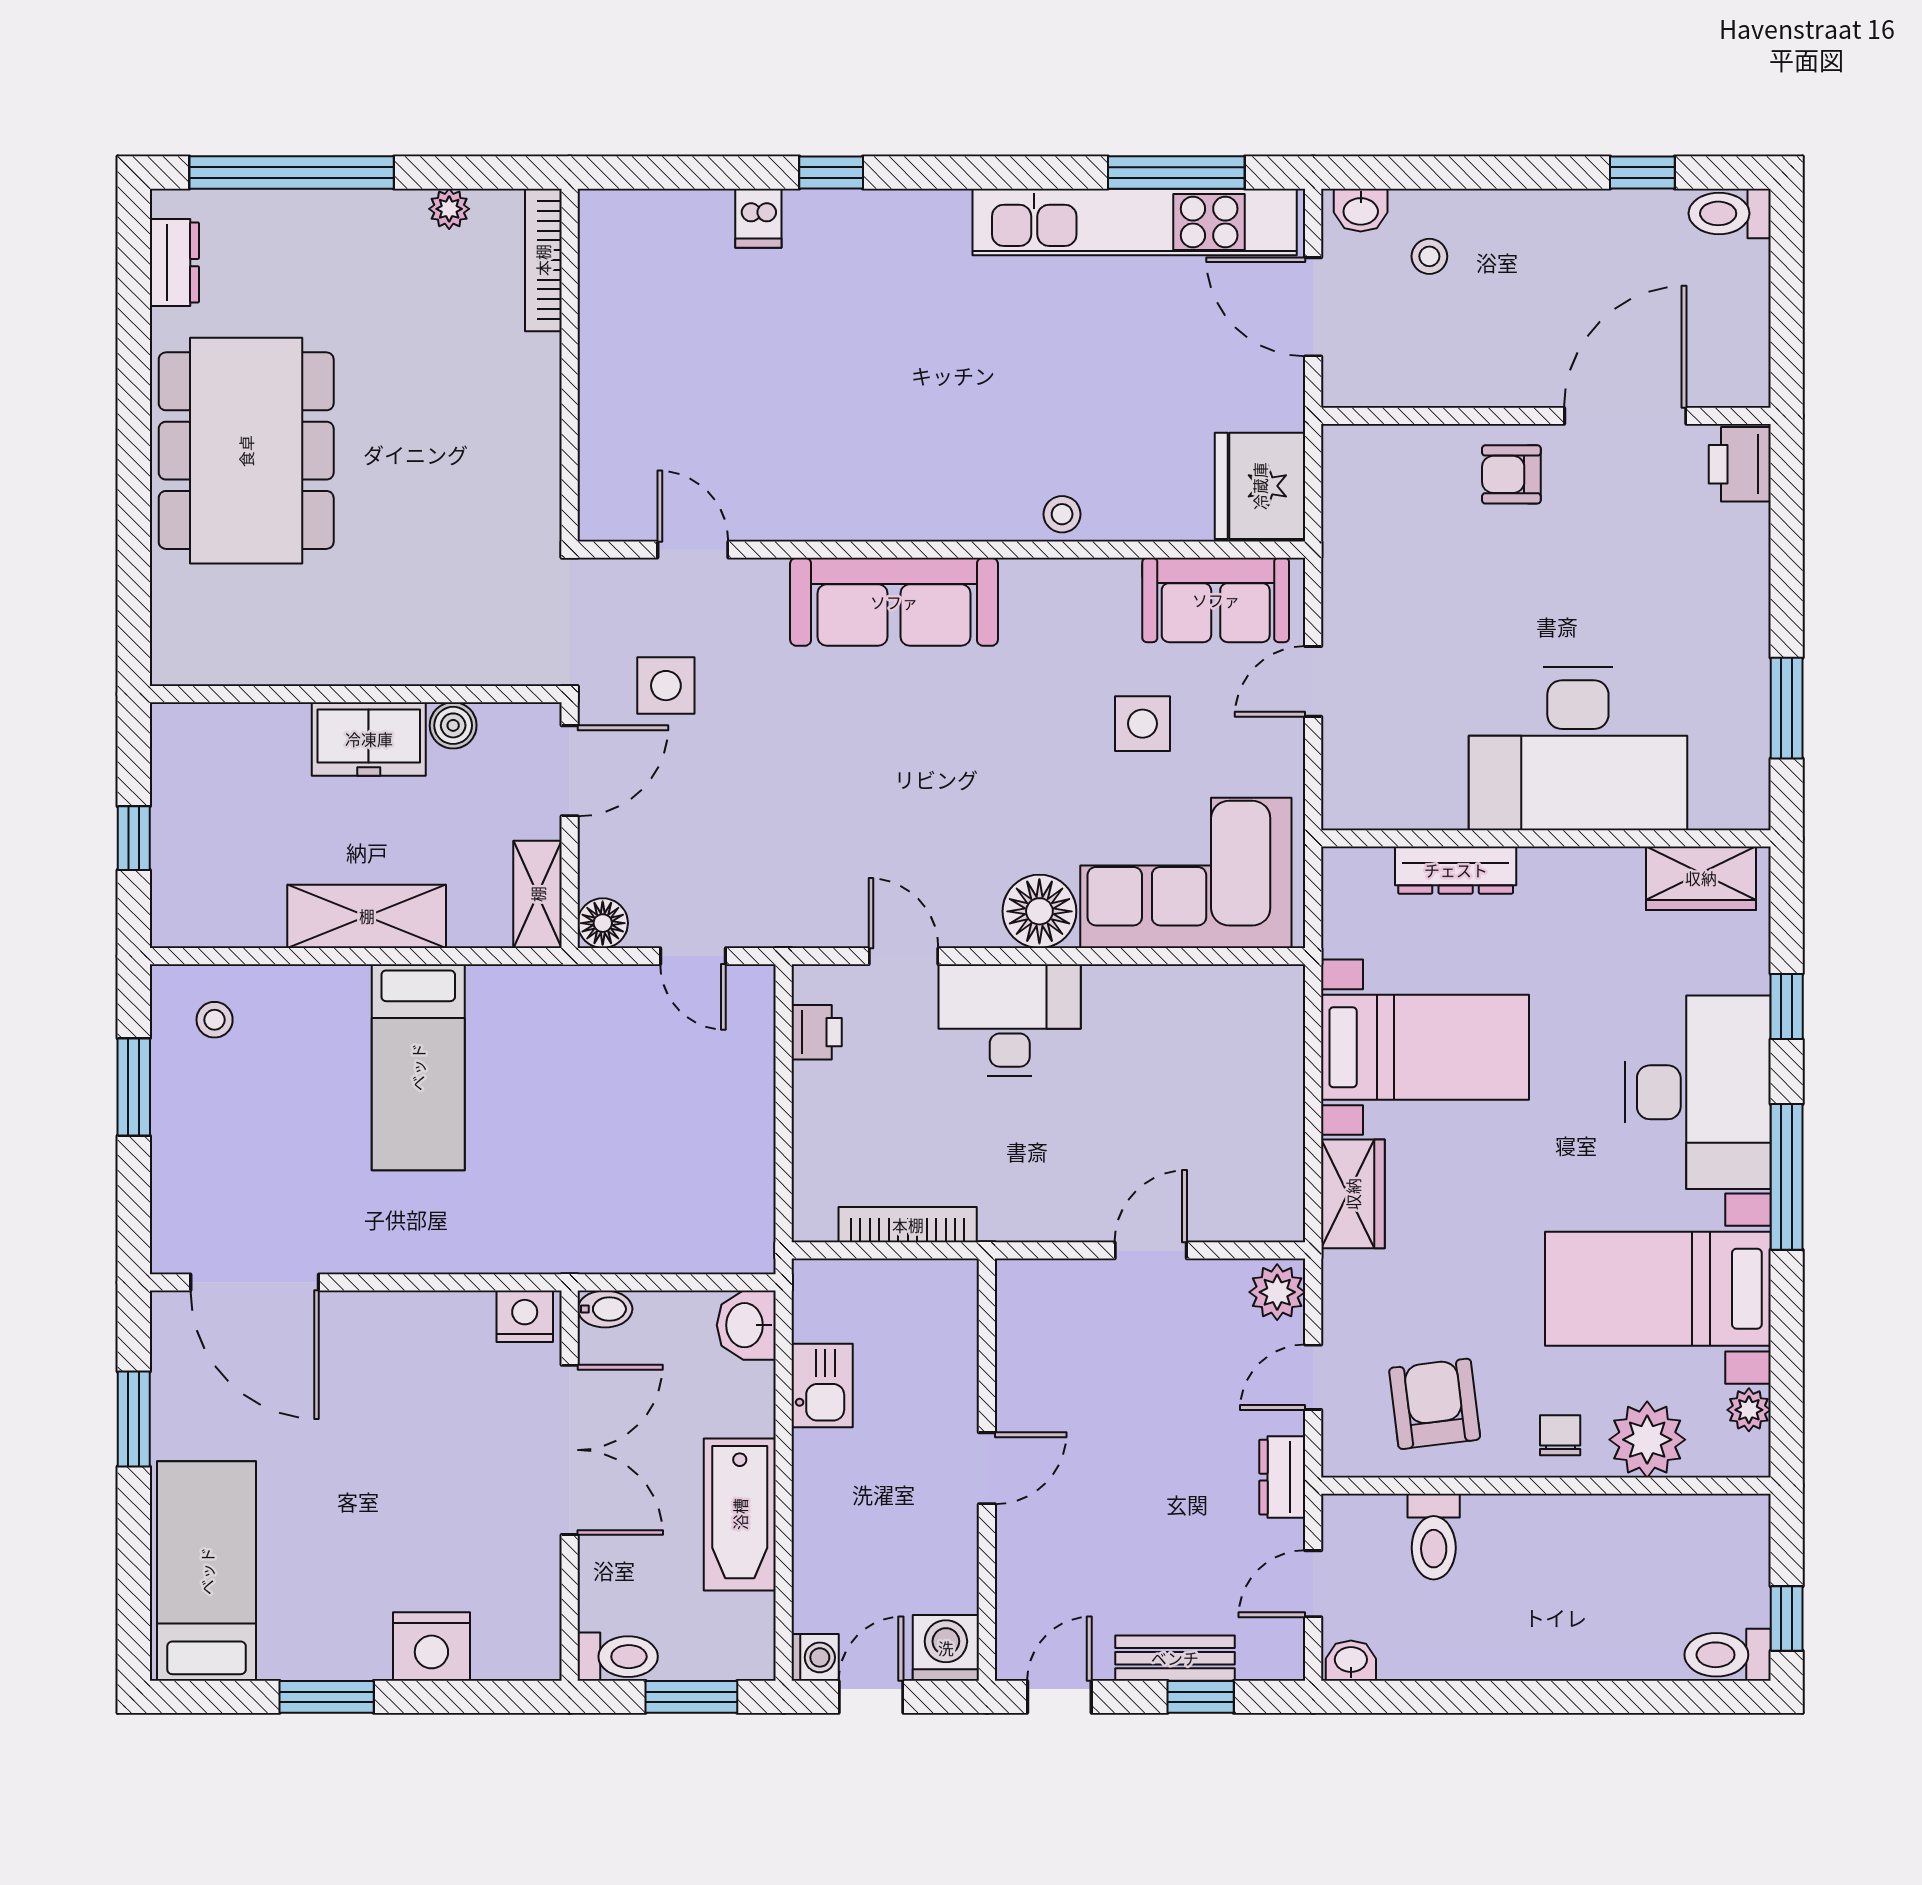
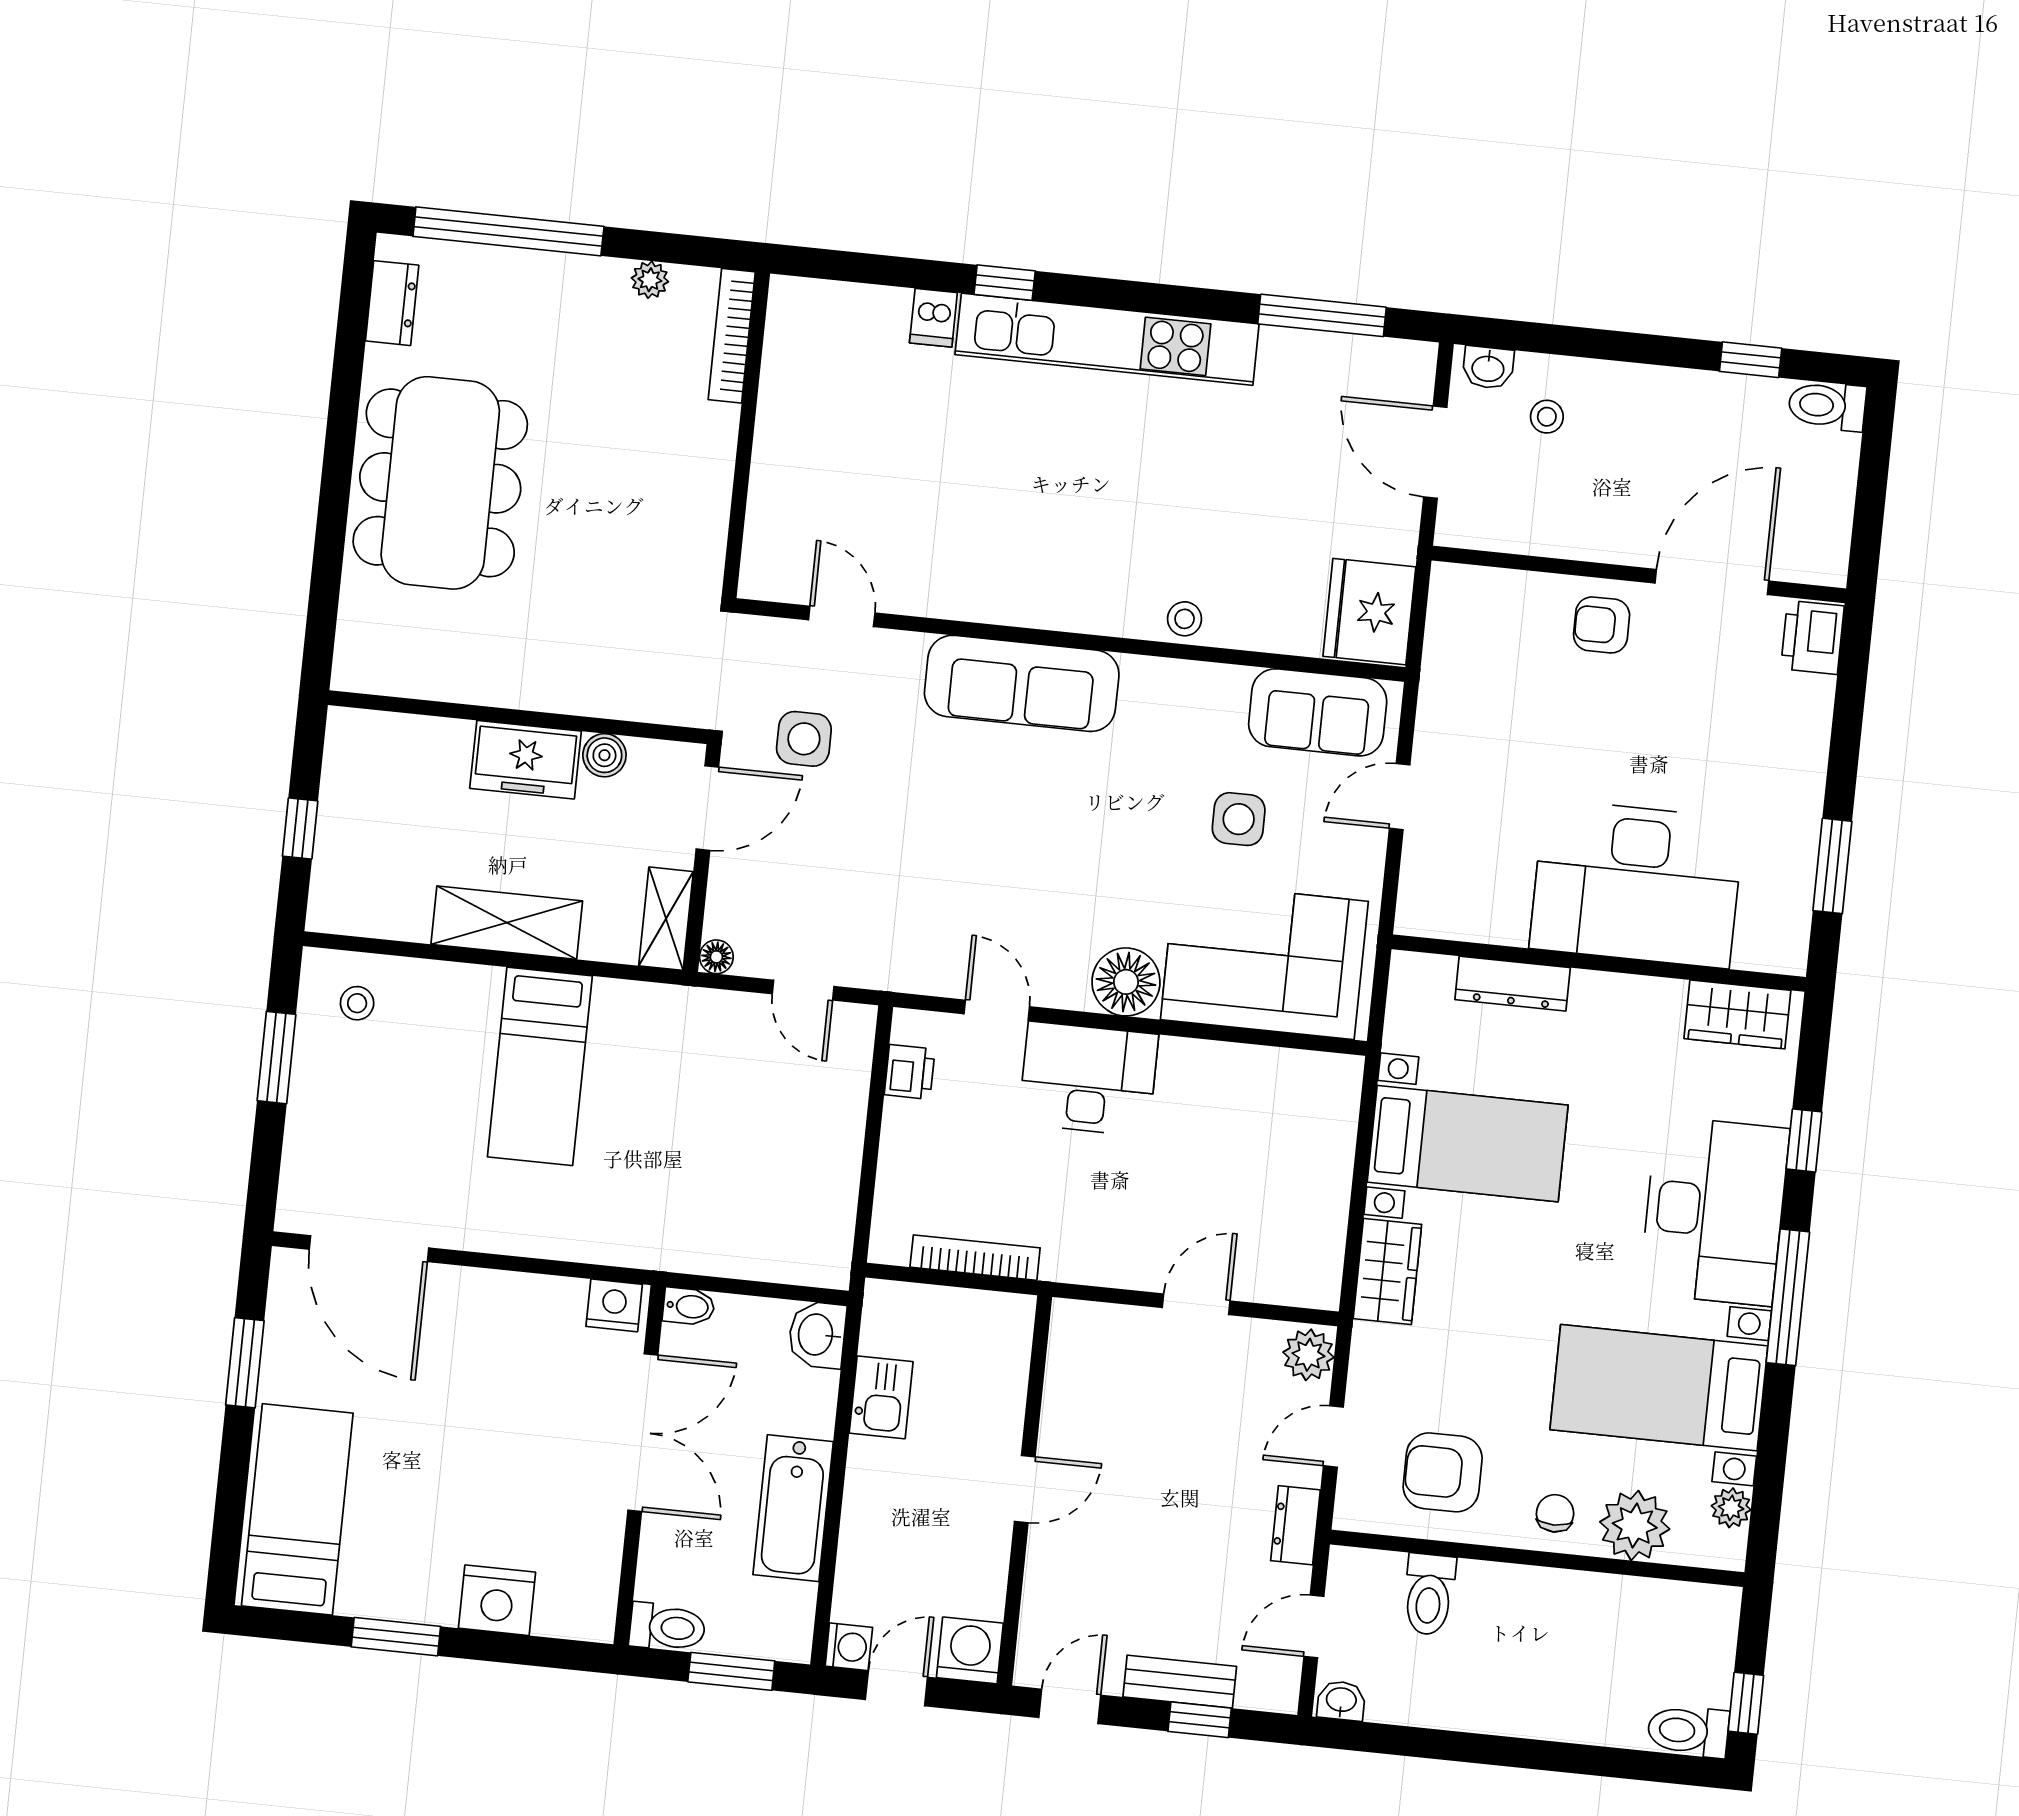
kitchen unit: (1135, 222) -> (1107, 339), moved
floor lamp: (603, 923) -> (716, 957), width x0.73, depth x0.73
armchair: (1435, 1404) -> (1443, 1472), turned -83

